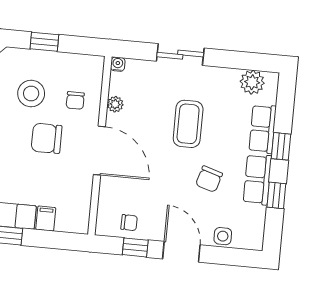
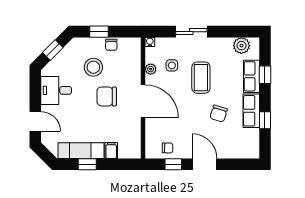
chair: (75, 100) -> (111, 45), moved
window: (281, 146) -> (265, 75), moved
side table: (223, 236) -> (172, 65), moved

